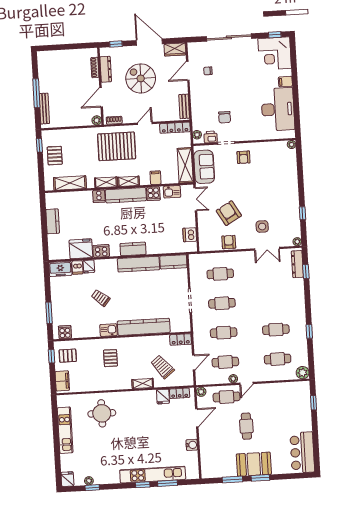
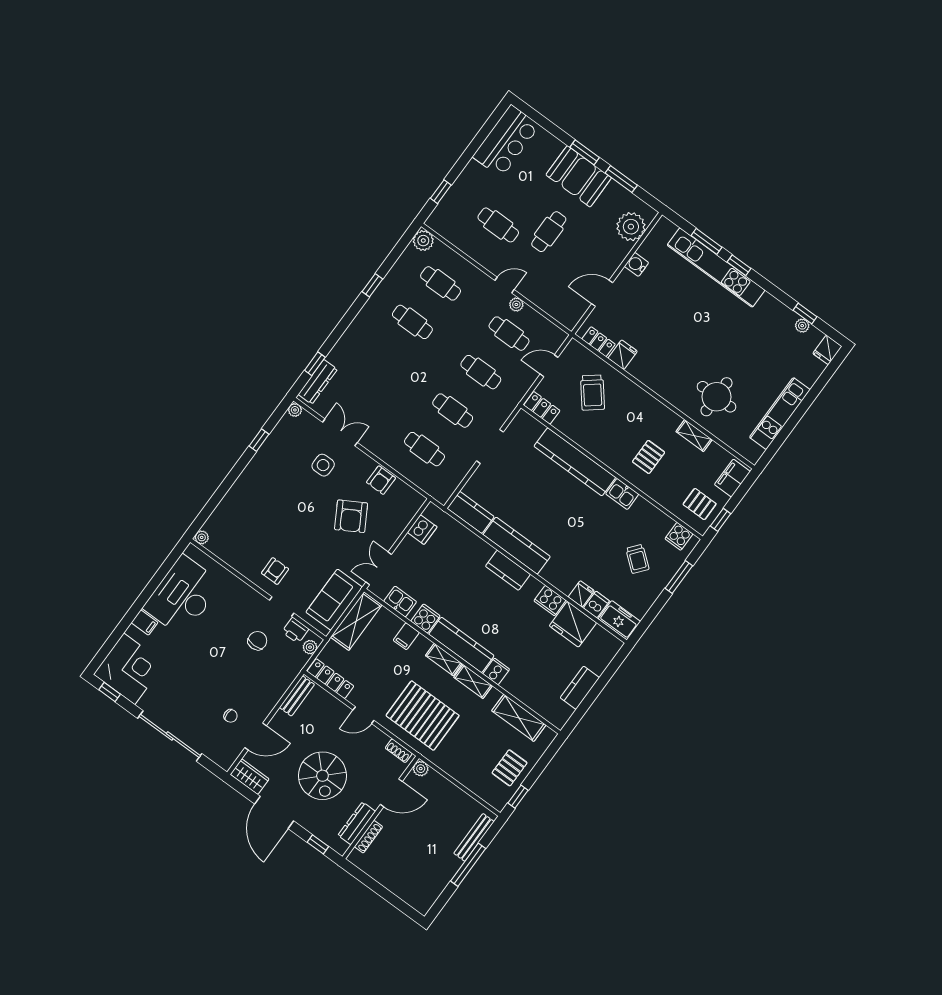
trolley: (101, 298) -> (637, 559), moved
shelving: (143, 383) -> (694, 436), moved
plant: (201, 392) -> (631, 227), moved, width x1.88, depth x1.88
cafe table: (227, 397) -> (498, 225), moved

